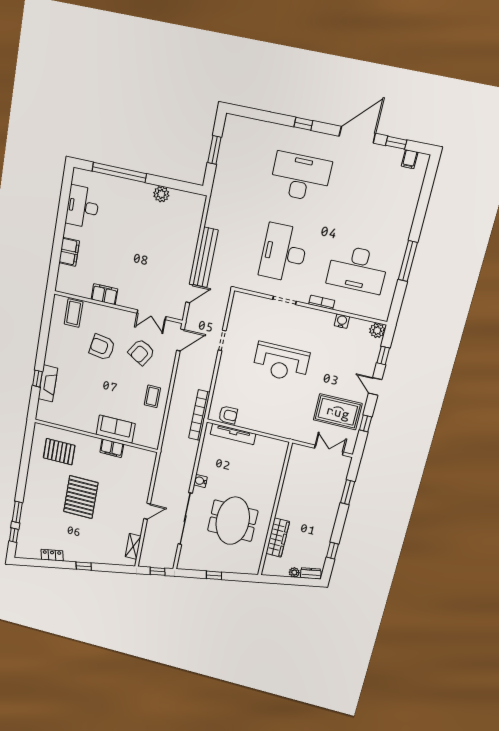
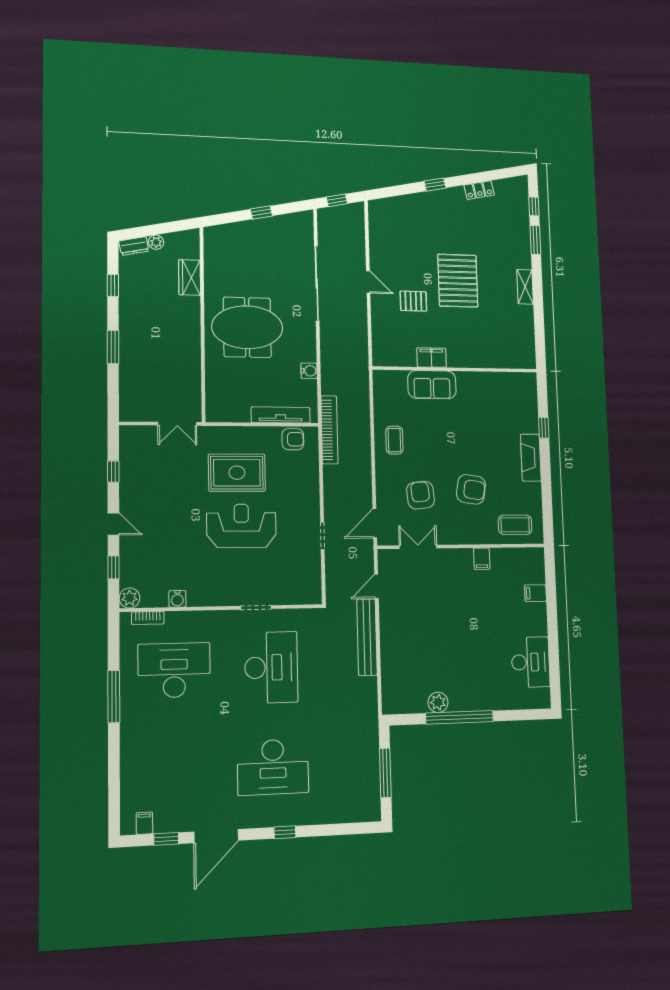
window: (214, 150) -> (385, 773), width x1.44
window: (119, 172) -> (460, 717), moved
filing cabinet: (69, 252) -> (535, 593), width x0.50
filing cabinet: (105, 294) -> (482, 559), width x0.50
bookcase: (322, 302) -> (148, 618), moved
coffee table: (74, 313) -> (515, 525), turned 90
armchair: (141, 352) -> (421, 495), turned -37
fireplace: (48, 383) -> (531, 458), moved
rug: (338, 412) -> (237, 473), moved
armchair: (228, 415) -> (293, 439), turned 180
double door: (329, 450) -> (177, 424), moved
pallet: (59, 452) -> (413, 301), moved, width x0.67, depth x0.71
water cooler: (200, 481) -> (309, 371), moved
window: (348, 492) -> (113, 347), moved
door: (147, 511) -> (368, 282), swing flipped
meeting table: (233, 521) -> (247, 327), moved, turned 90
wardrobe: (278, 538) -> (190, 277), width x0.67
shelving: (133, 546) -> (525, 287), moved

